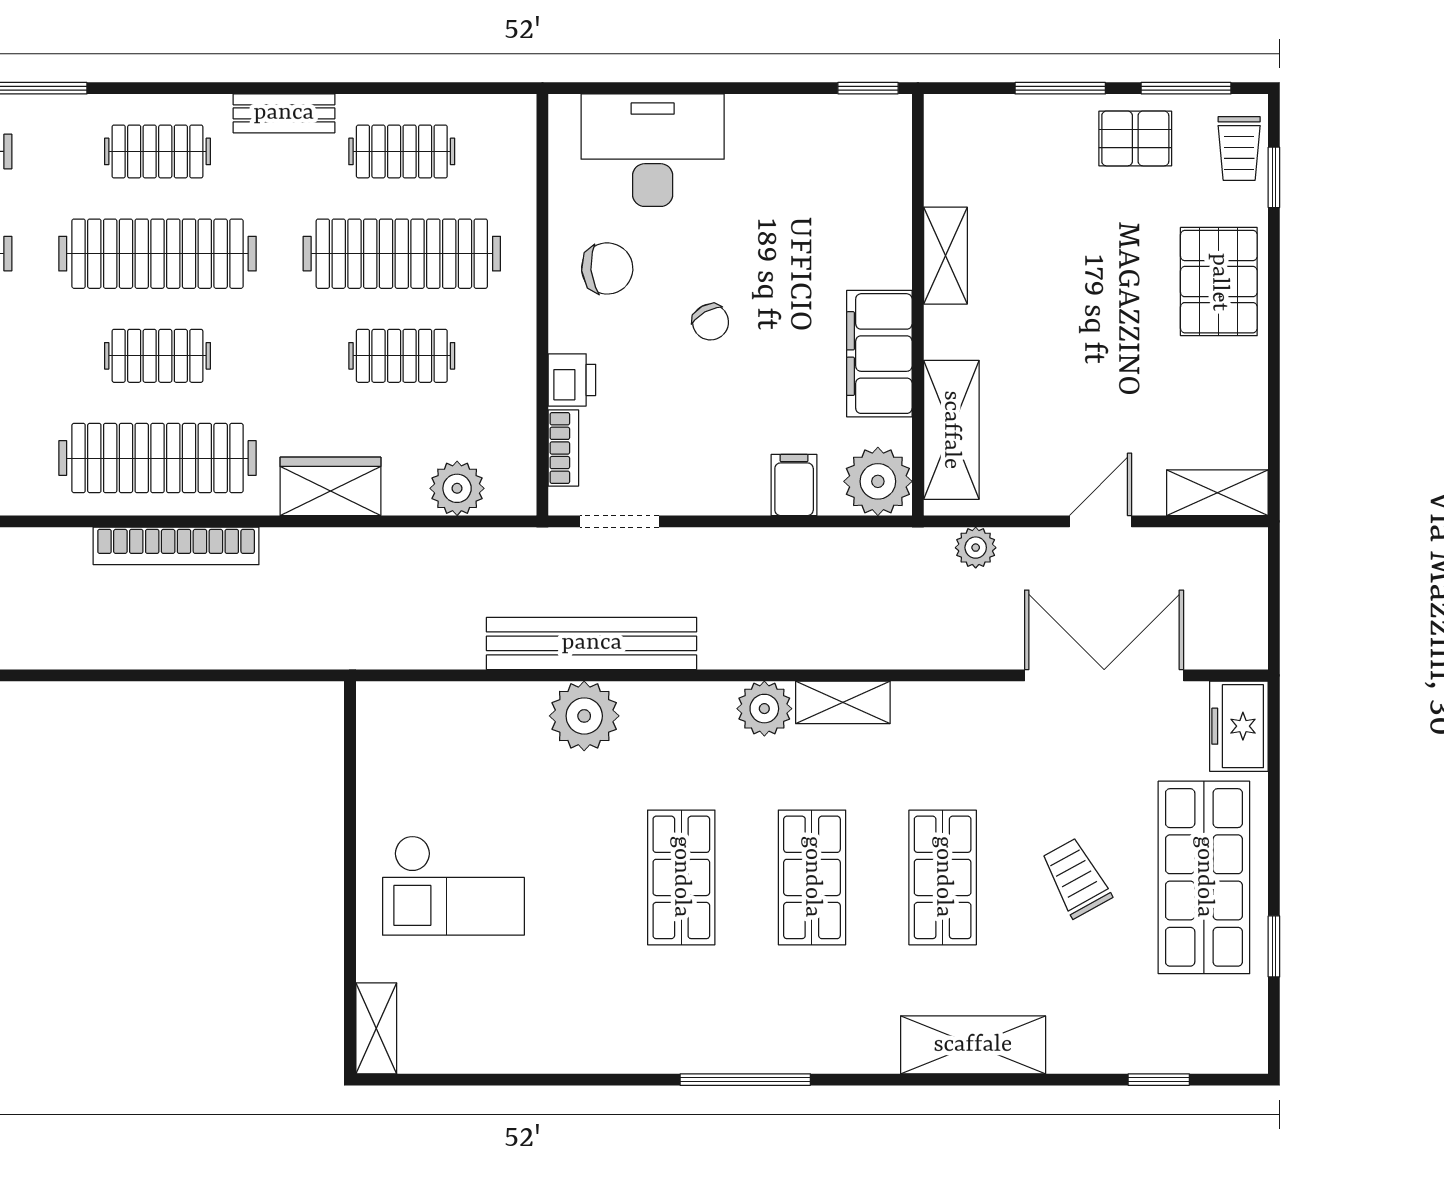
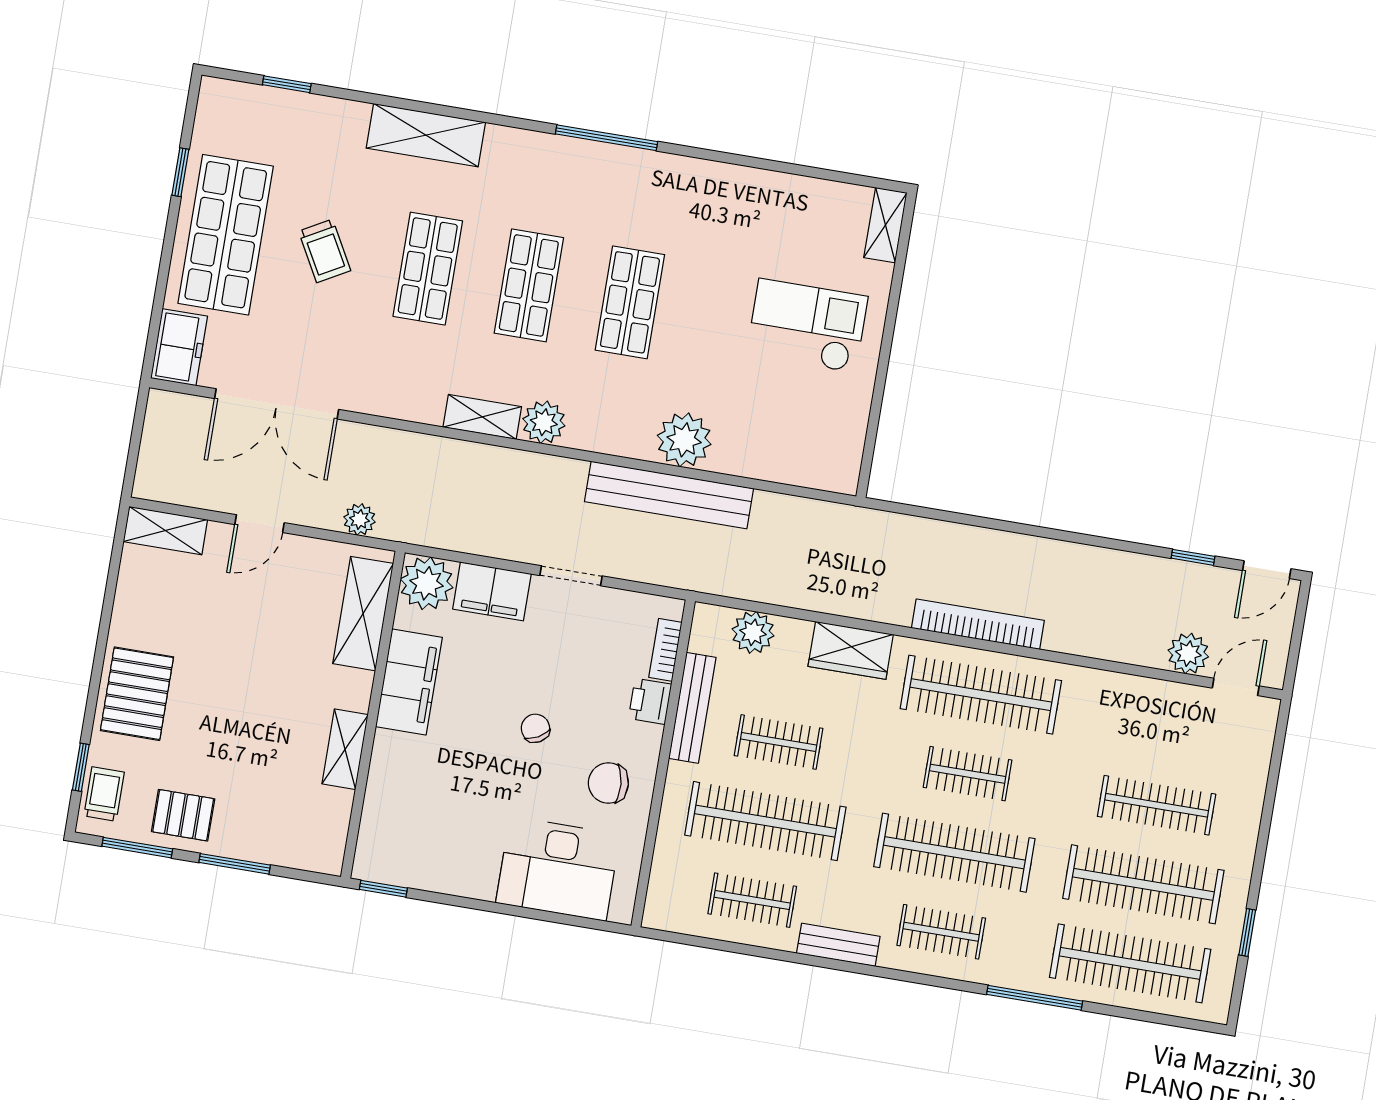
bench: (518, 381) -> (692, 708), added
filing cabinet: (794, 485) -> (492, 591), width x2.00
doorway: (619, 521) -> (571, 576), moved

